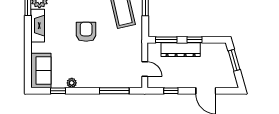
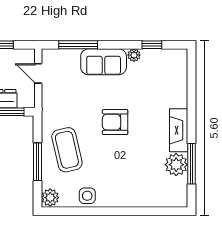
armchair: (86, 32) -> (115, 122), turned 90
sofa: (41, 70) -> (104, 62), moved, turned -90

